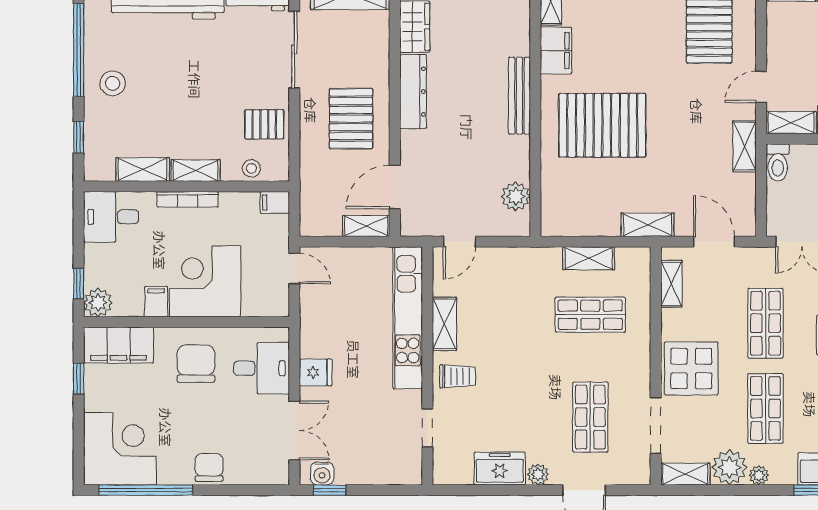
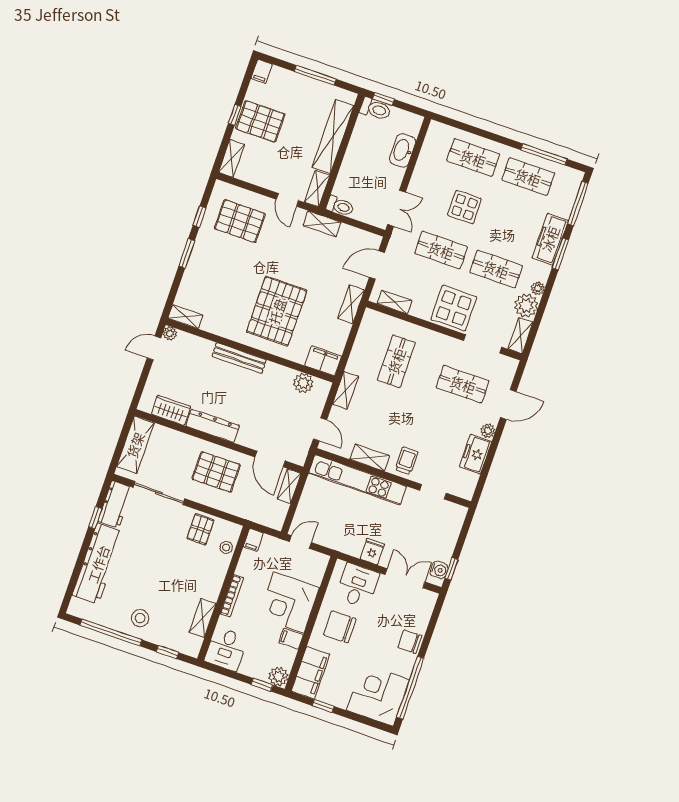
filing cabinet: (556, 51) -> (323, 361), moved
shelving: (196, 170) -> (215, 584), removed
shelving: (589, 258) -> (346, 390), moved

